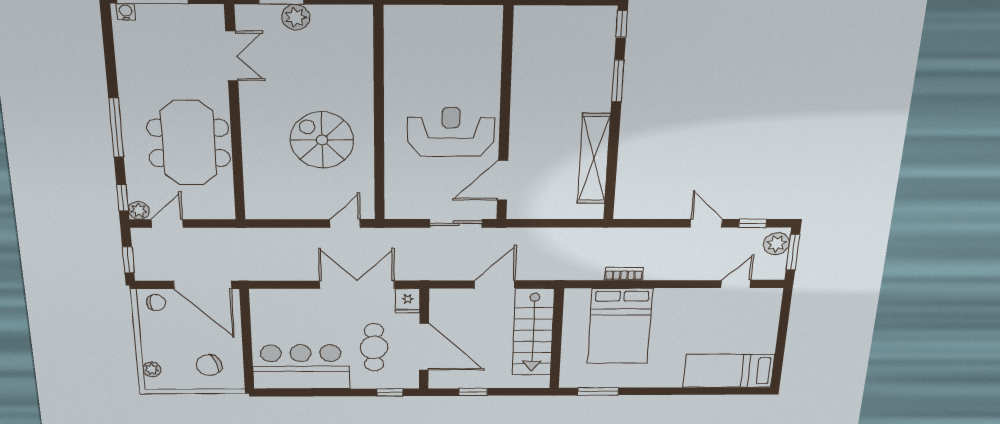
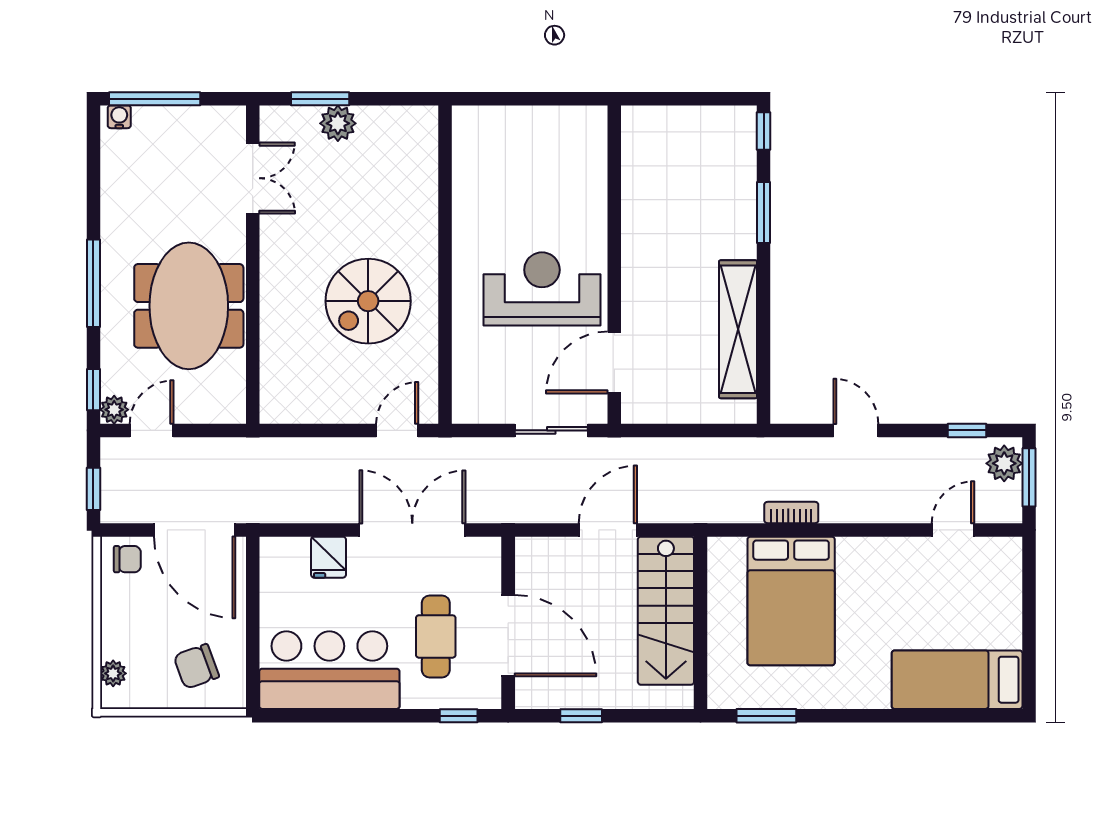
spiral stairs: (322, 140) -> (368, 301), turned -90
door: (706, 223) -> (856, 430), moved
fridge: (408, 301) -> (329, 557), moved

